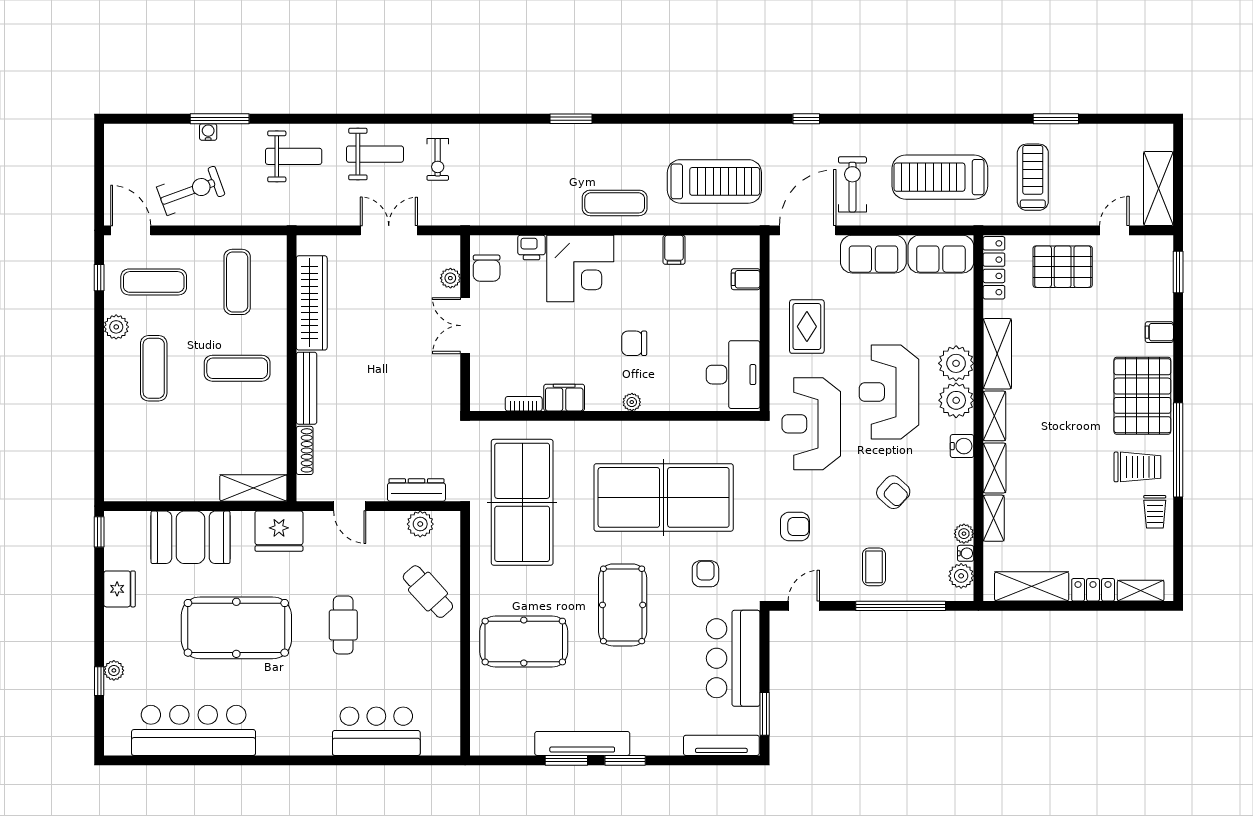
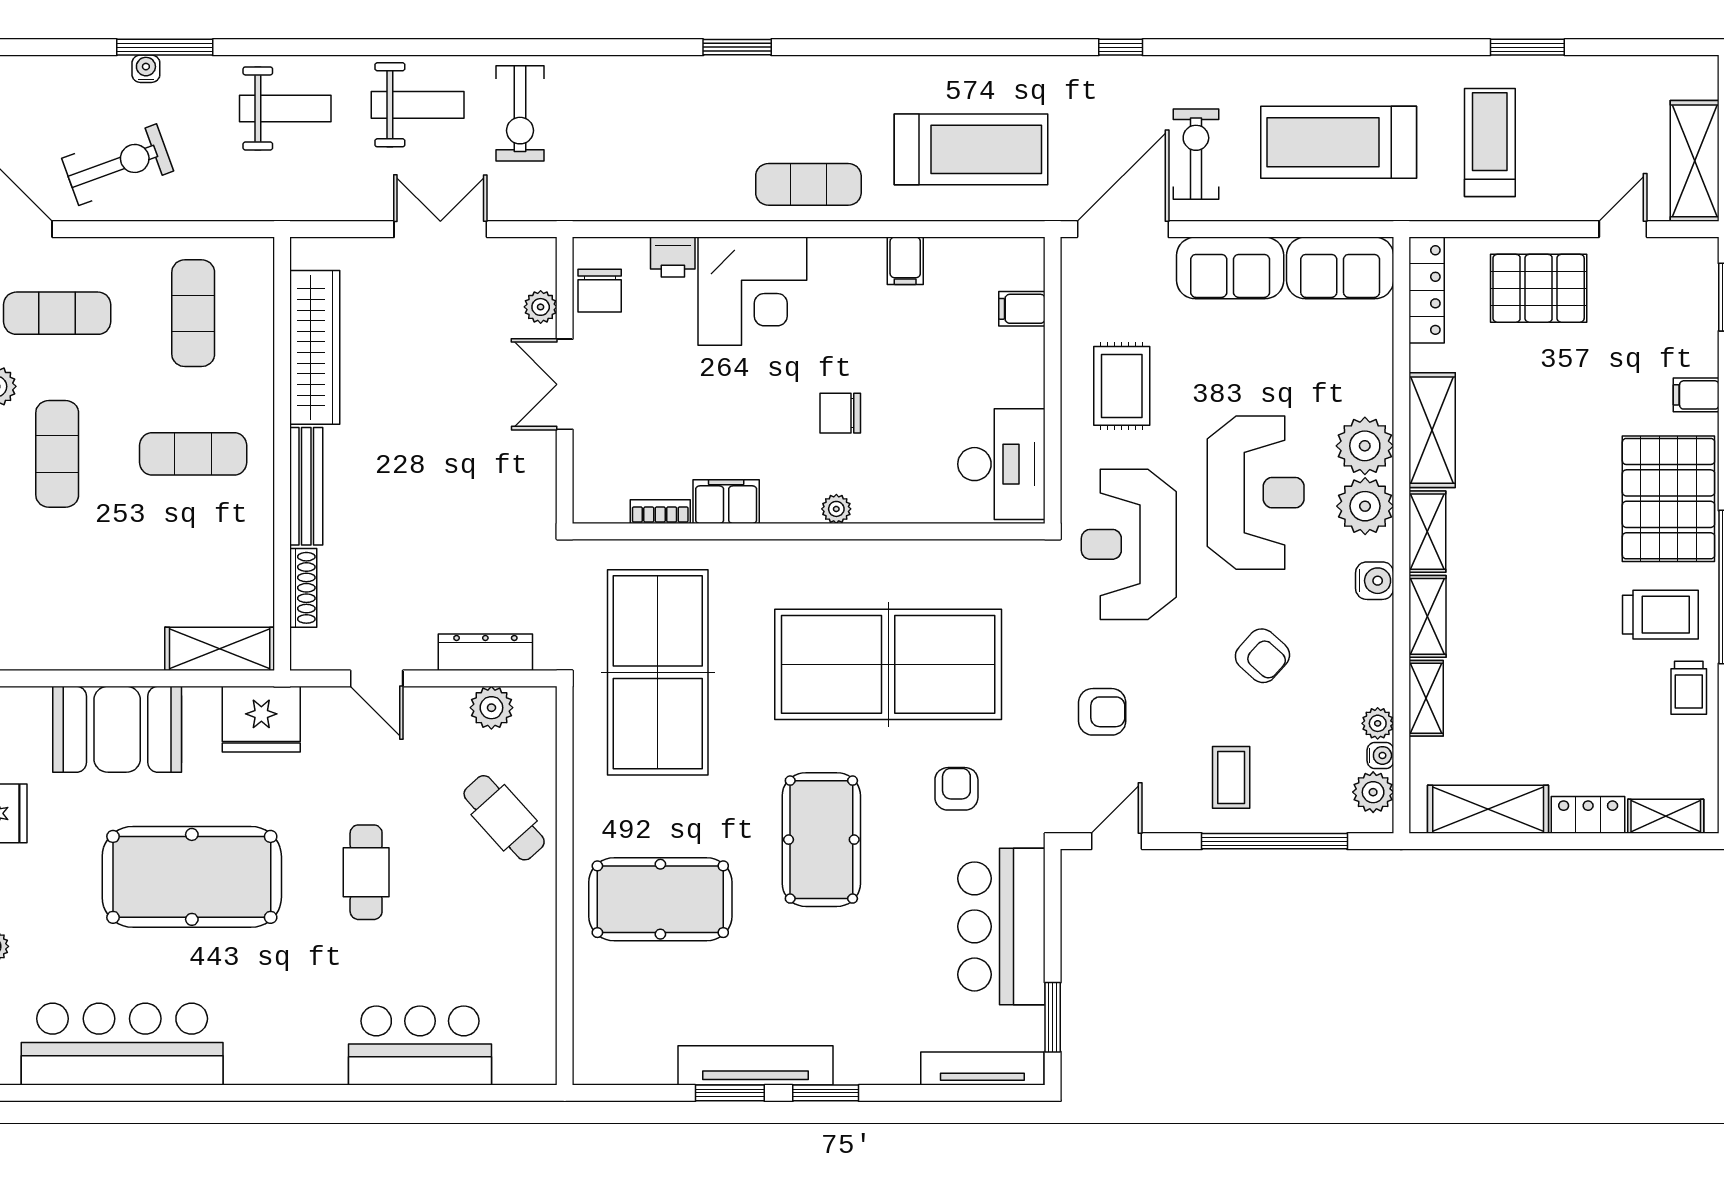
exercise bike: (438, 159) -> (520, 113), width x1.38, depth x1.39
reception desk: (889, 392) -> (1256, 493), turned 180

